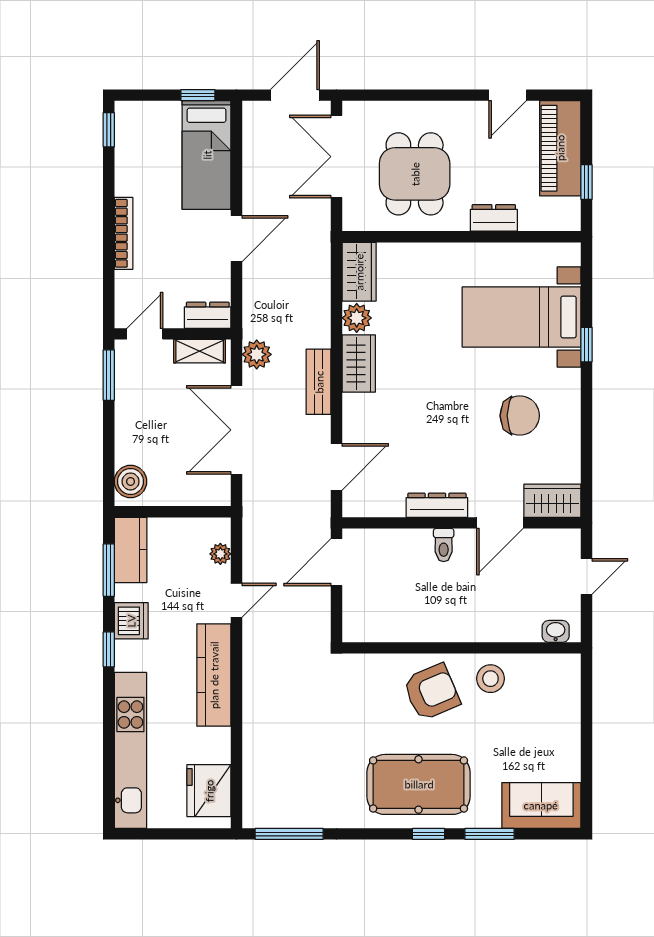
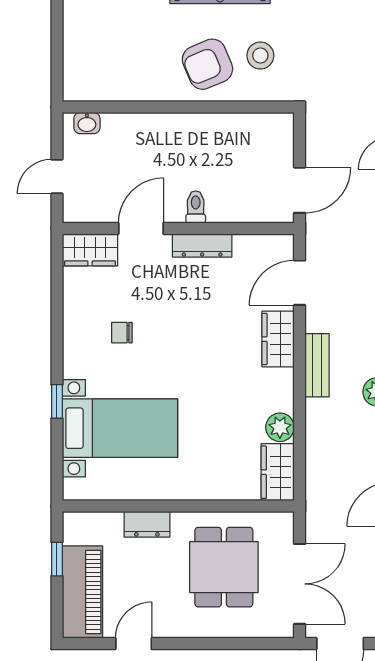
wardrobe: (359, 364) -> (278, 339), moved
chair: (520, 416) -> (122, 333), width x0.54, depth x0.54
stool: (490, 679) -> (260, 56), moved

